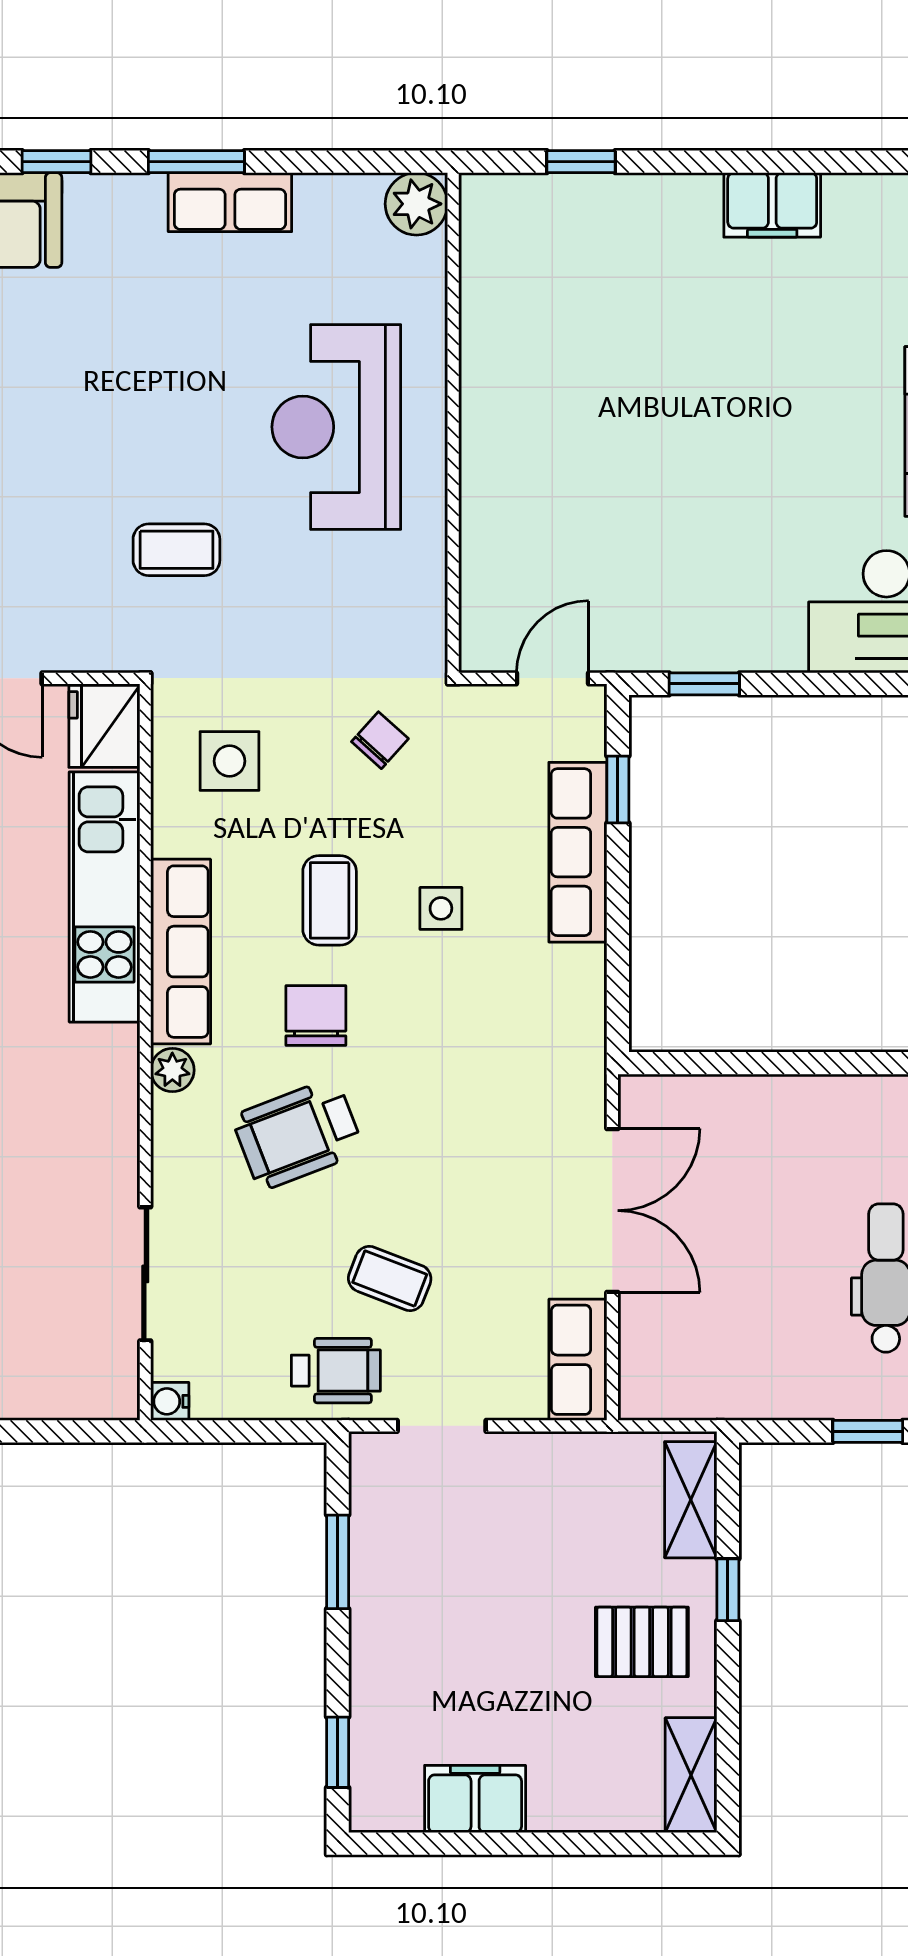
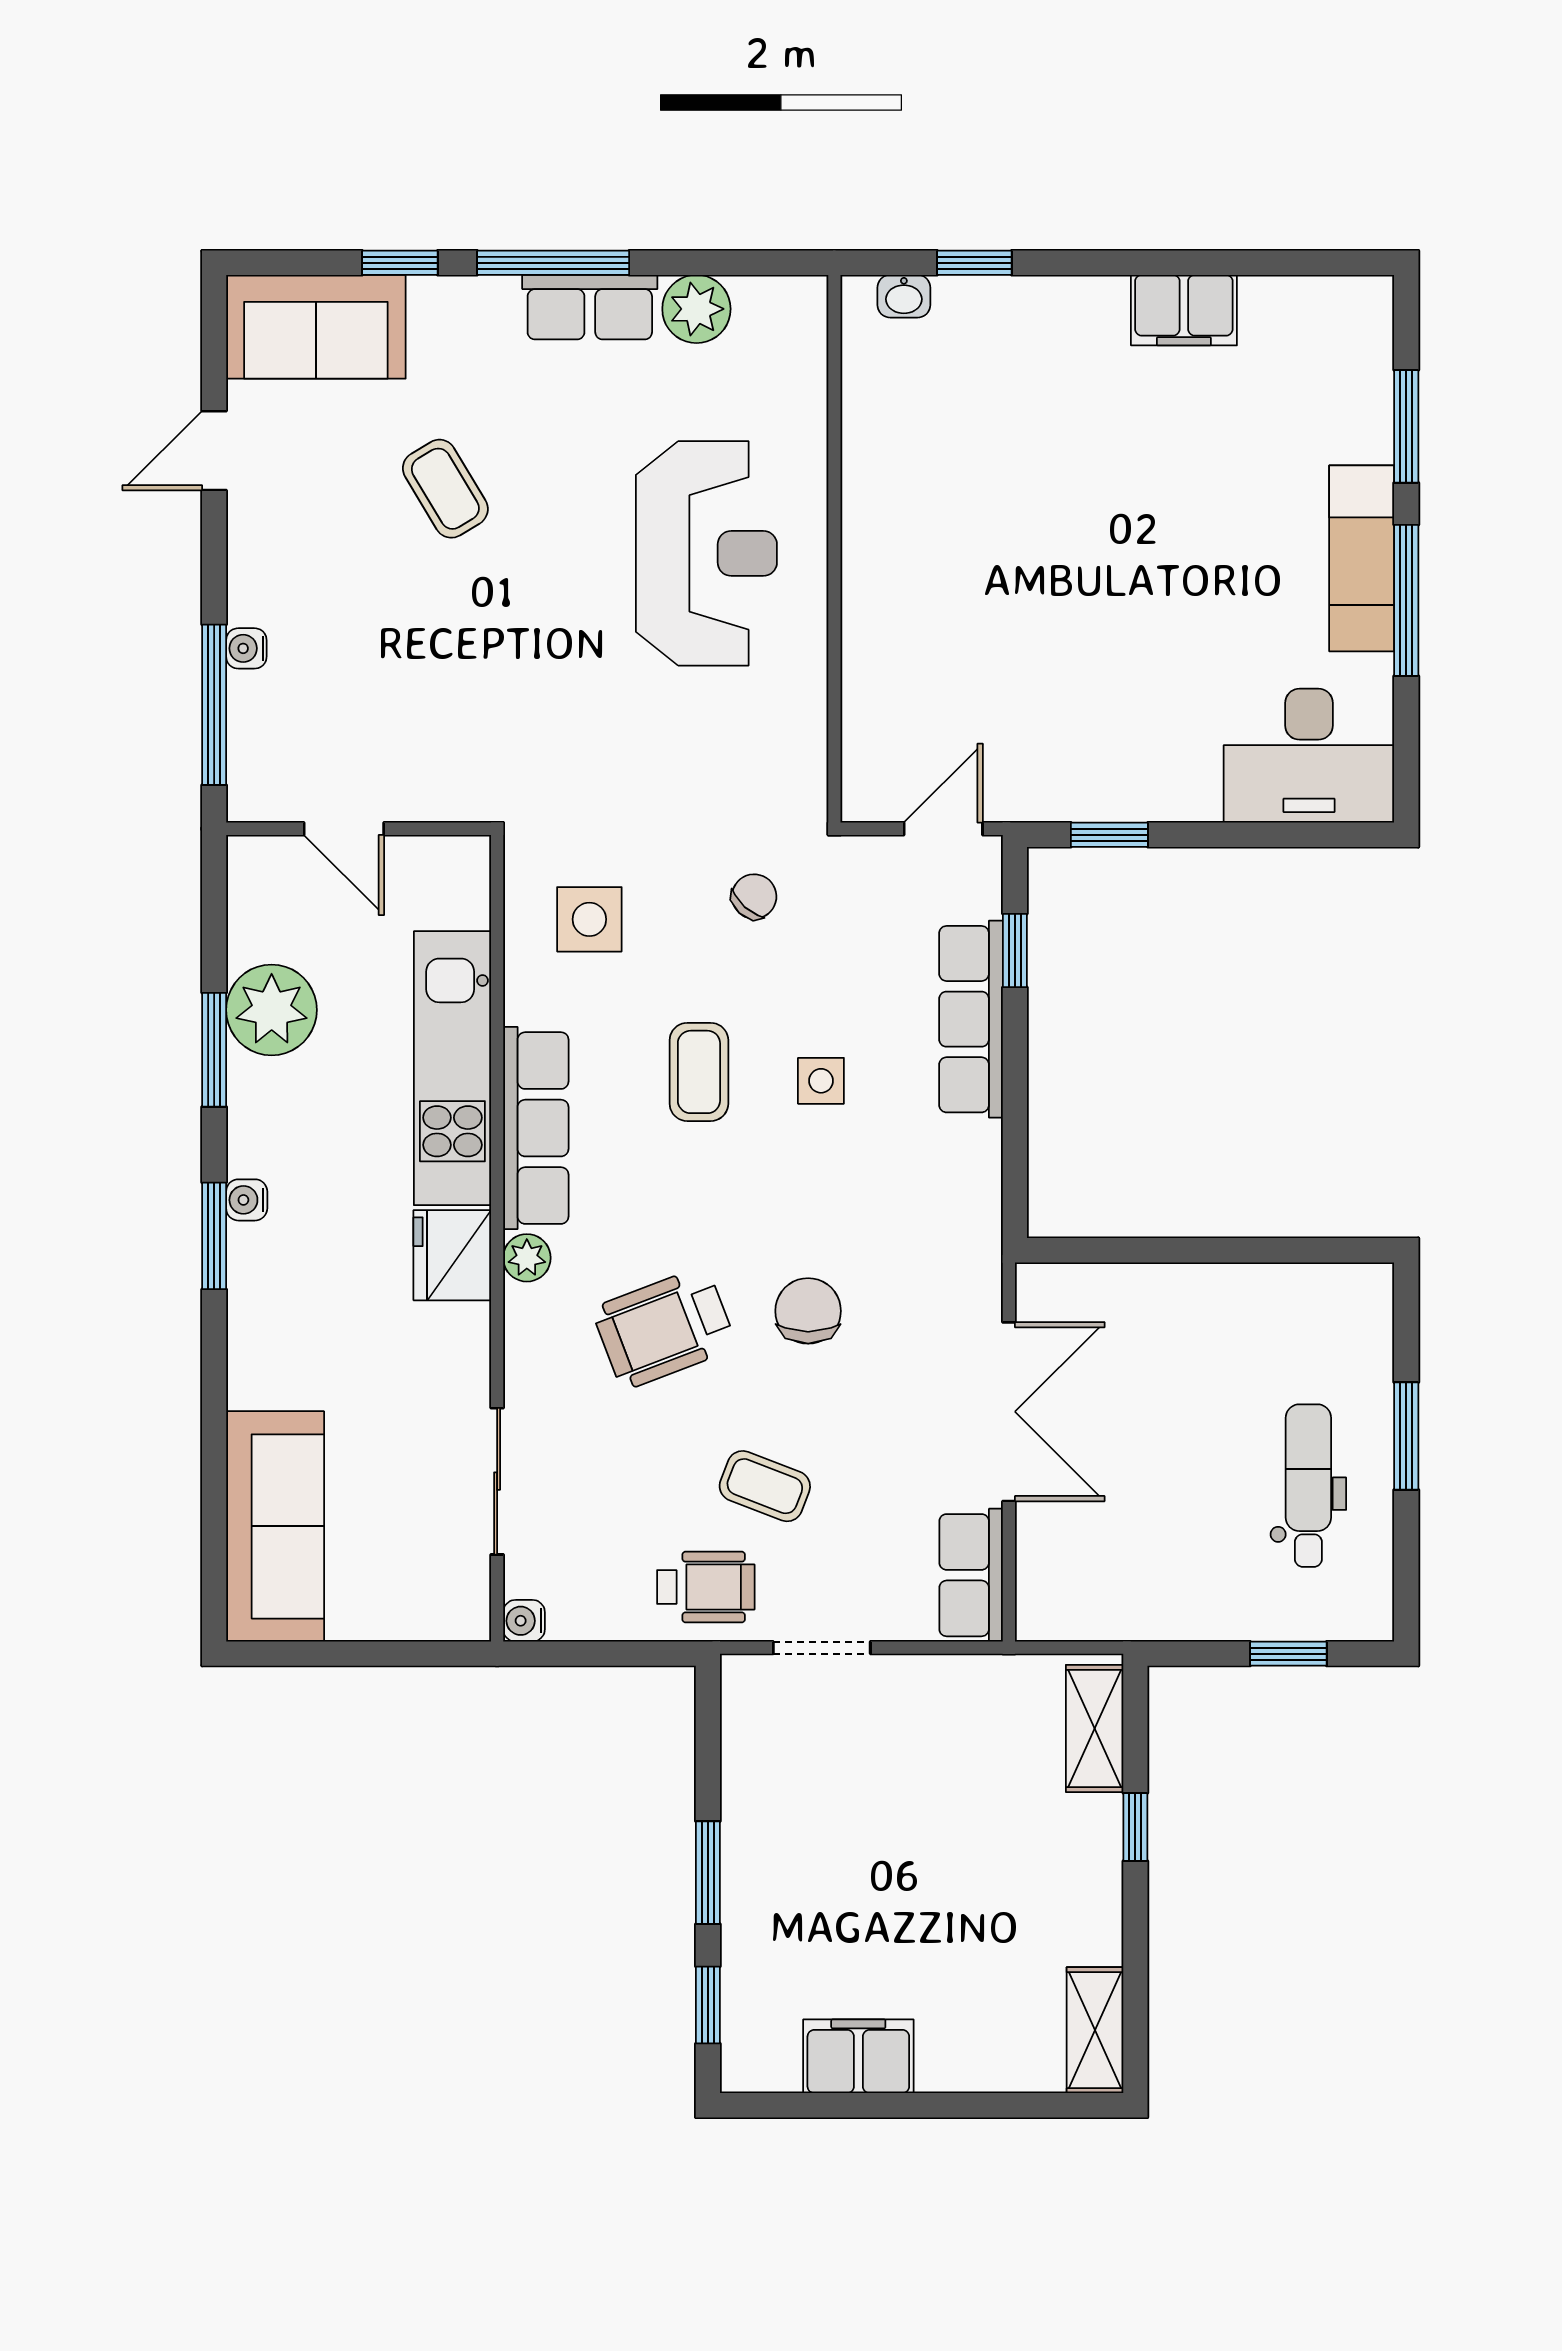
window: (196, 162) -> (553, 263), width x1.44
washbasin: (517, 192) -> (904, 296), added
plant: (416, 204) -> (696, 309), moved
reception desk: (336, 427) -> (706, 553), turned 180
coffee table: (176, 550) -> (445, 489), moved, turned 59
fridge: (104, 726) -> (452, 1255), moved
chair: (316, 1016) -> (808, 1311), moved
window: (338, 1562) -> (708, 1873), moved
pallet: (642, 1642) -> (1041, 1884), removed

